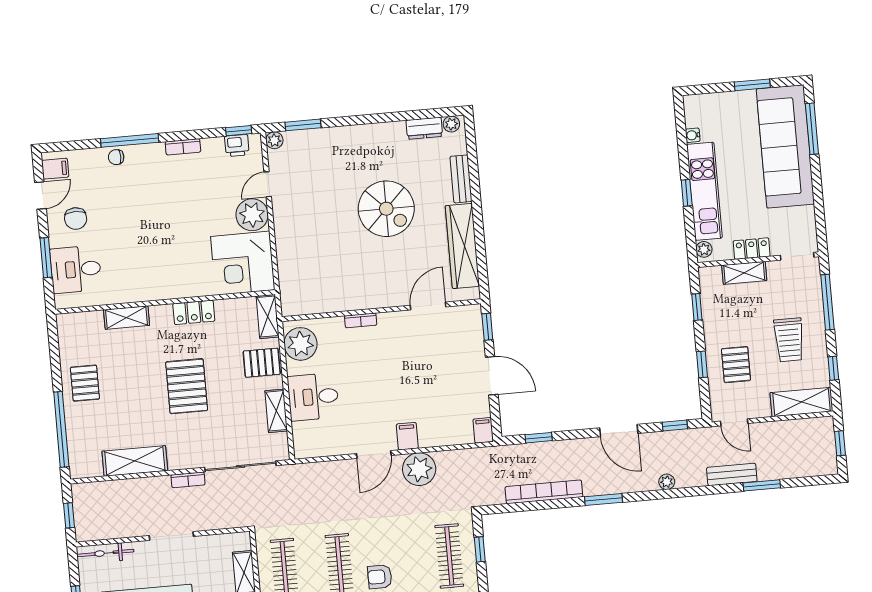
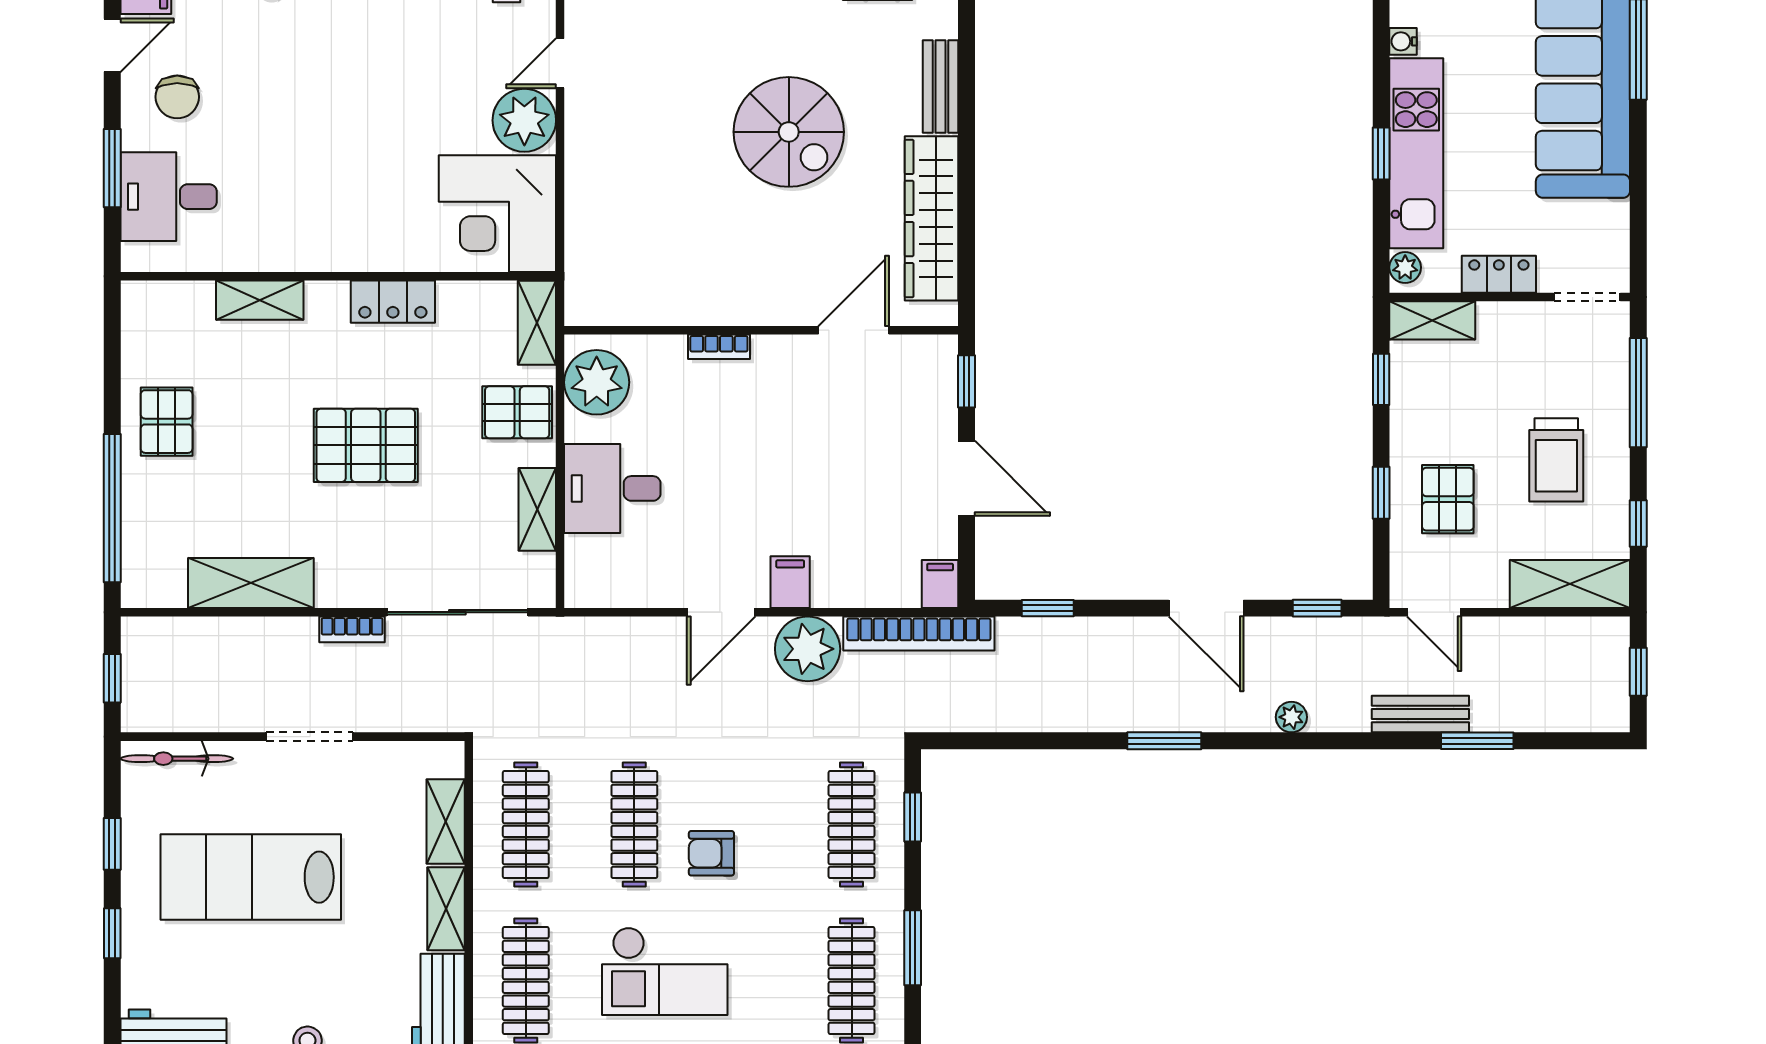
shelving: (744, 273) -> (1432, 320), moved
pallet: (187, 386) -> (366, 445), turned 90
bookcase: (544, 492) -> (919, 634), moved, turned 180

